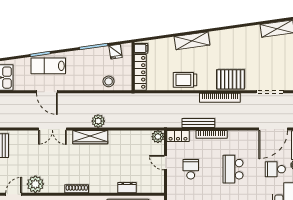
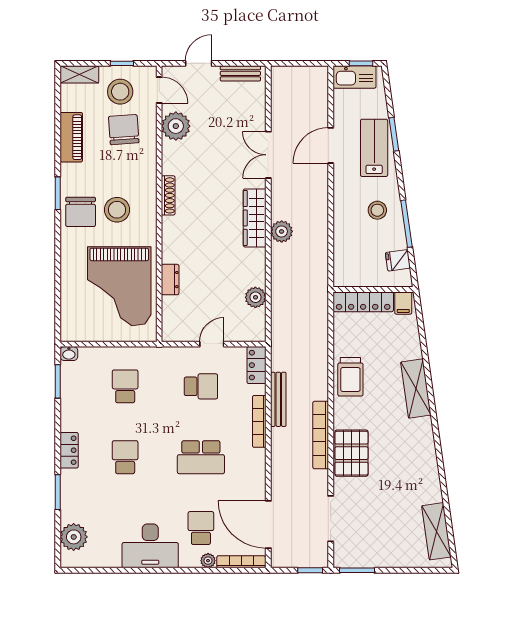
trolley: (185, 80) -> (350, 377), turned 180
stool: (109, 81) -> (377, 210), moved
plant: (158, 137) -> (255, 297), moved
school desk: (233, 169) -> (201, 457), turned 180

